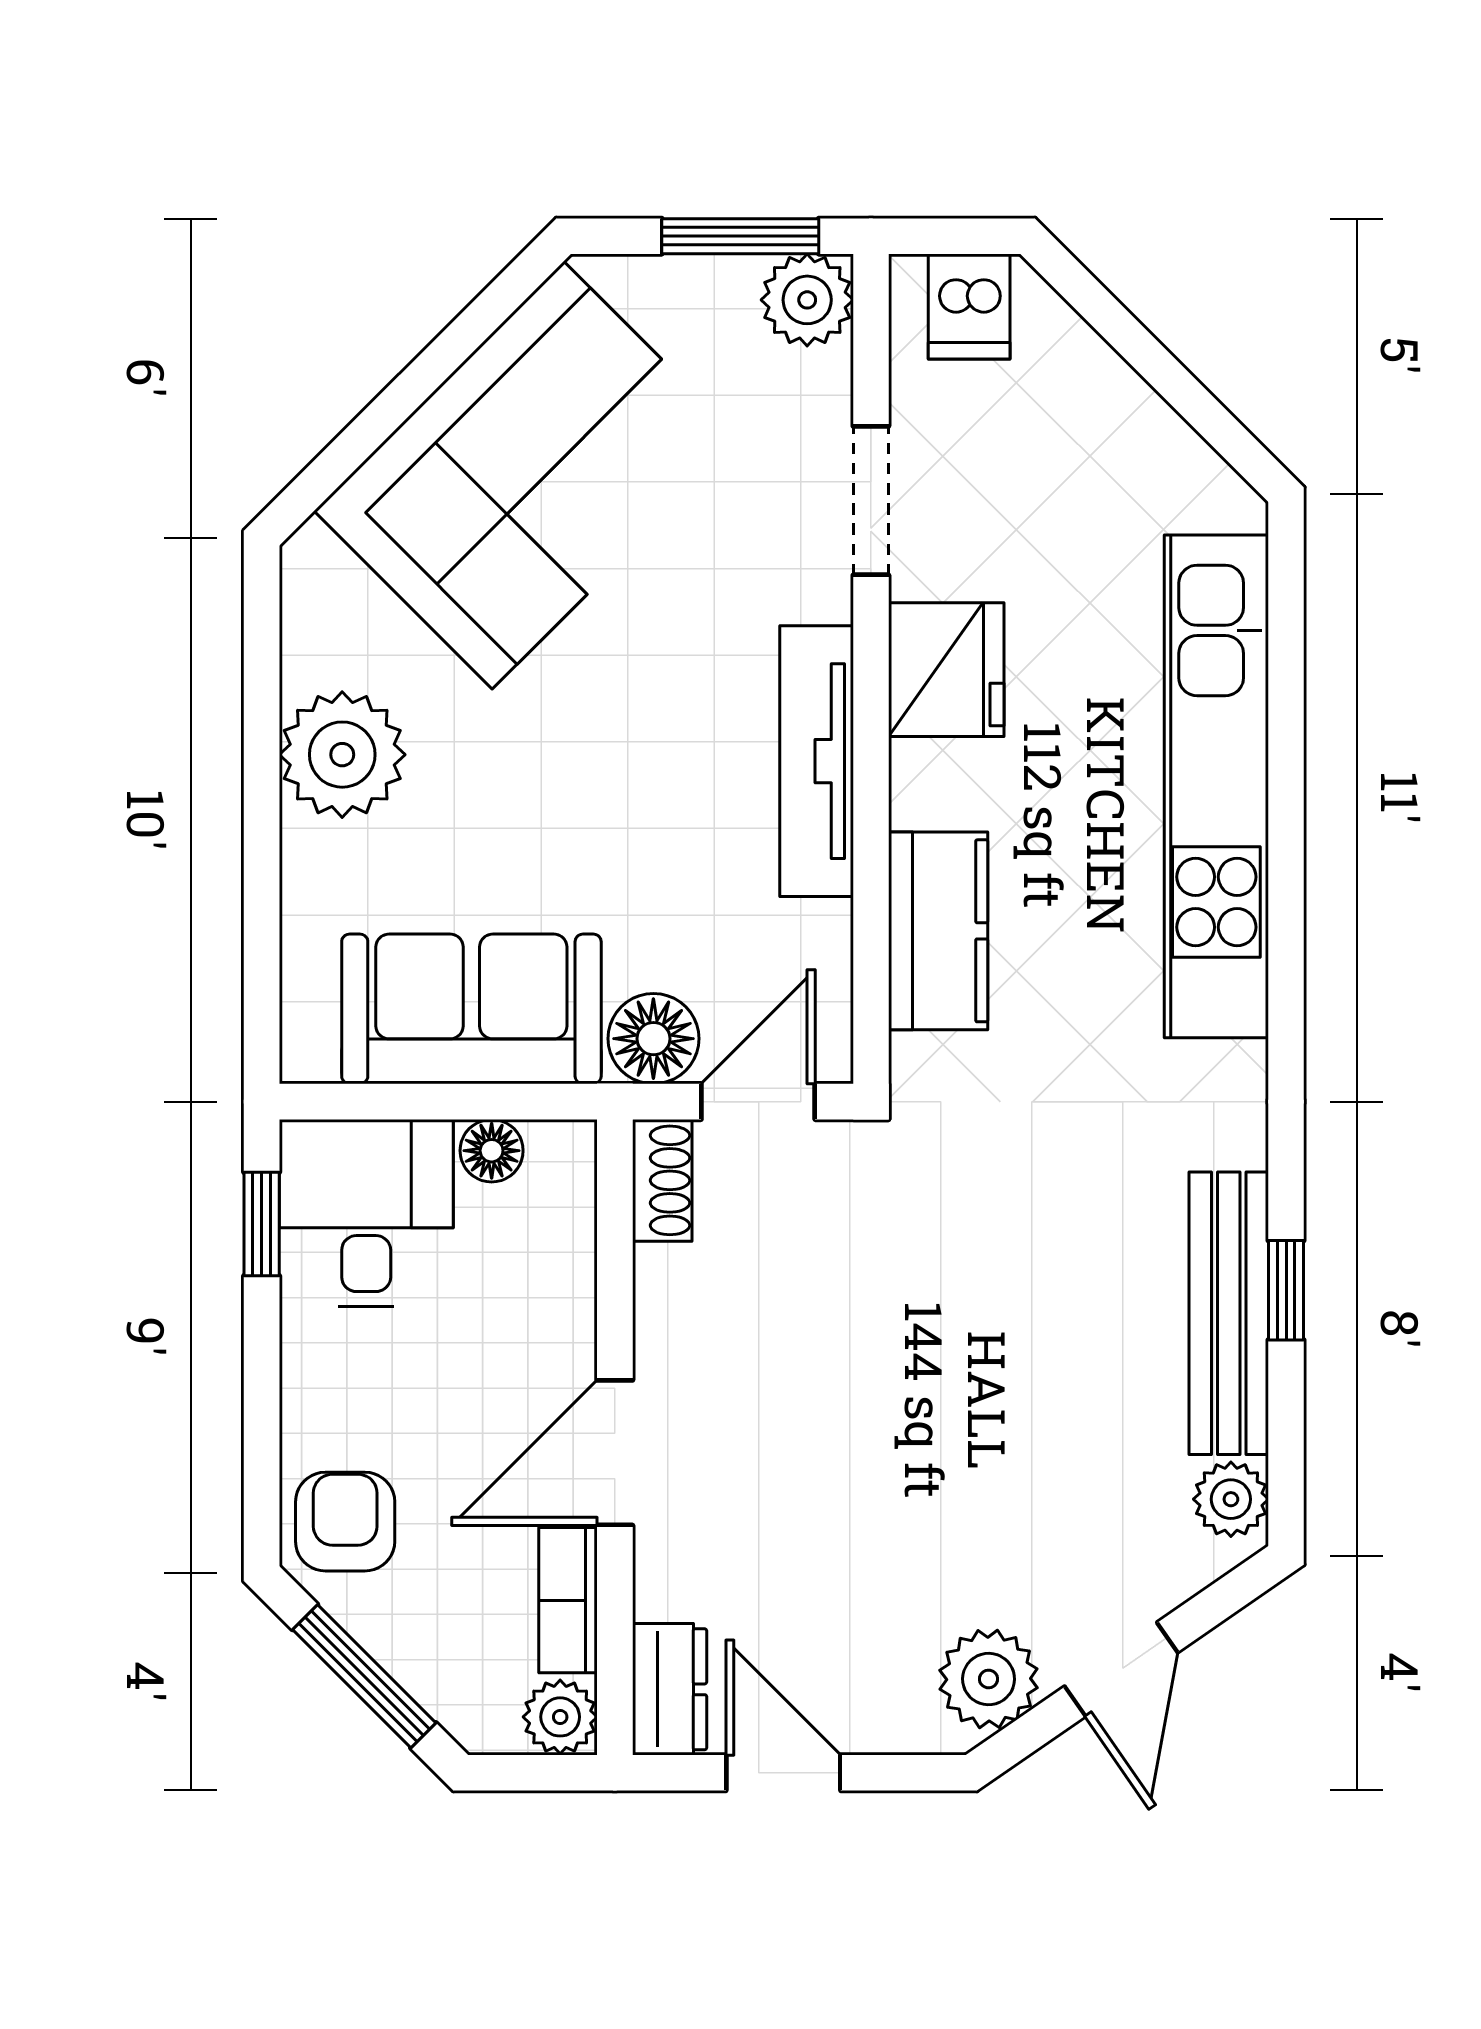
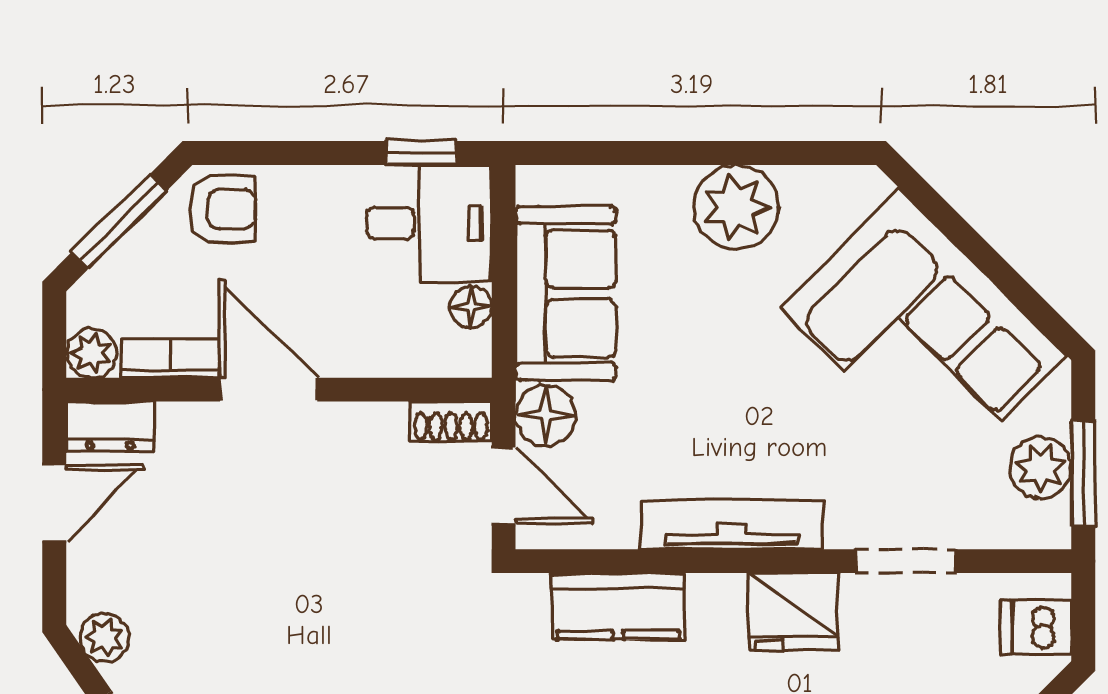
plant: (807, 300) -> (1041, 468), moved
plant: (989, 1679) -> (104, 638), width x0.73, depth x0.73

